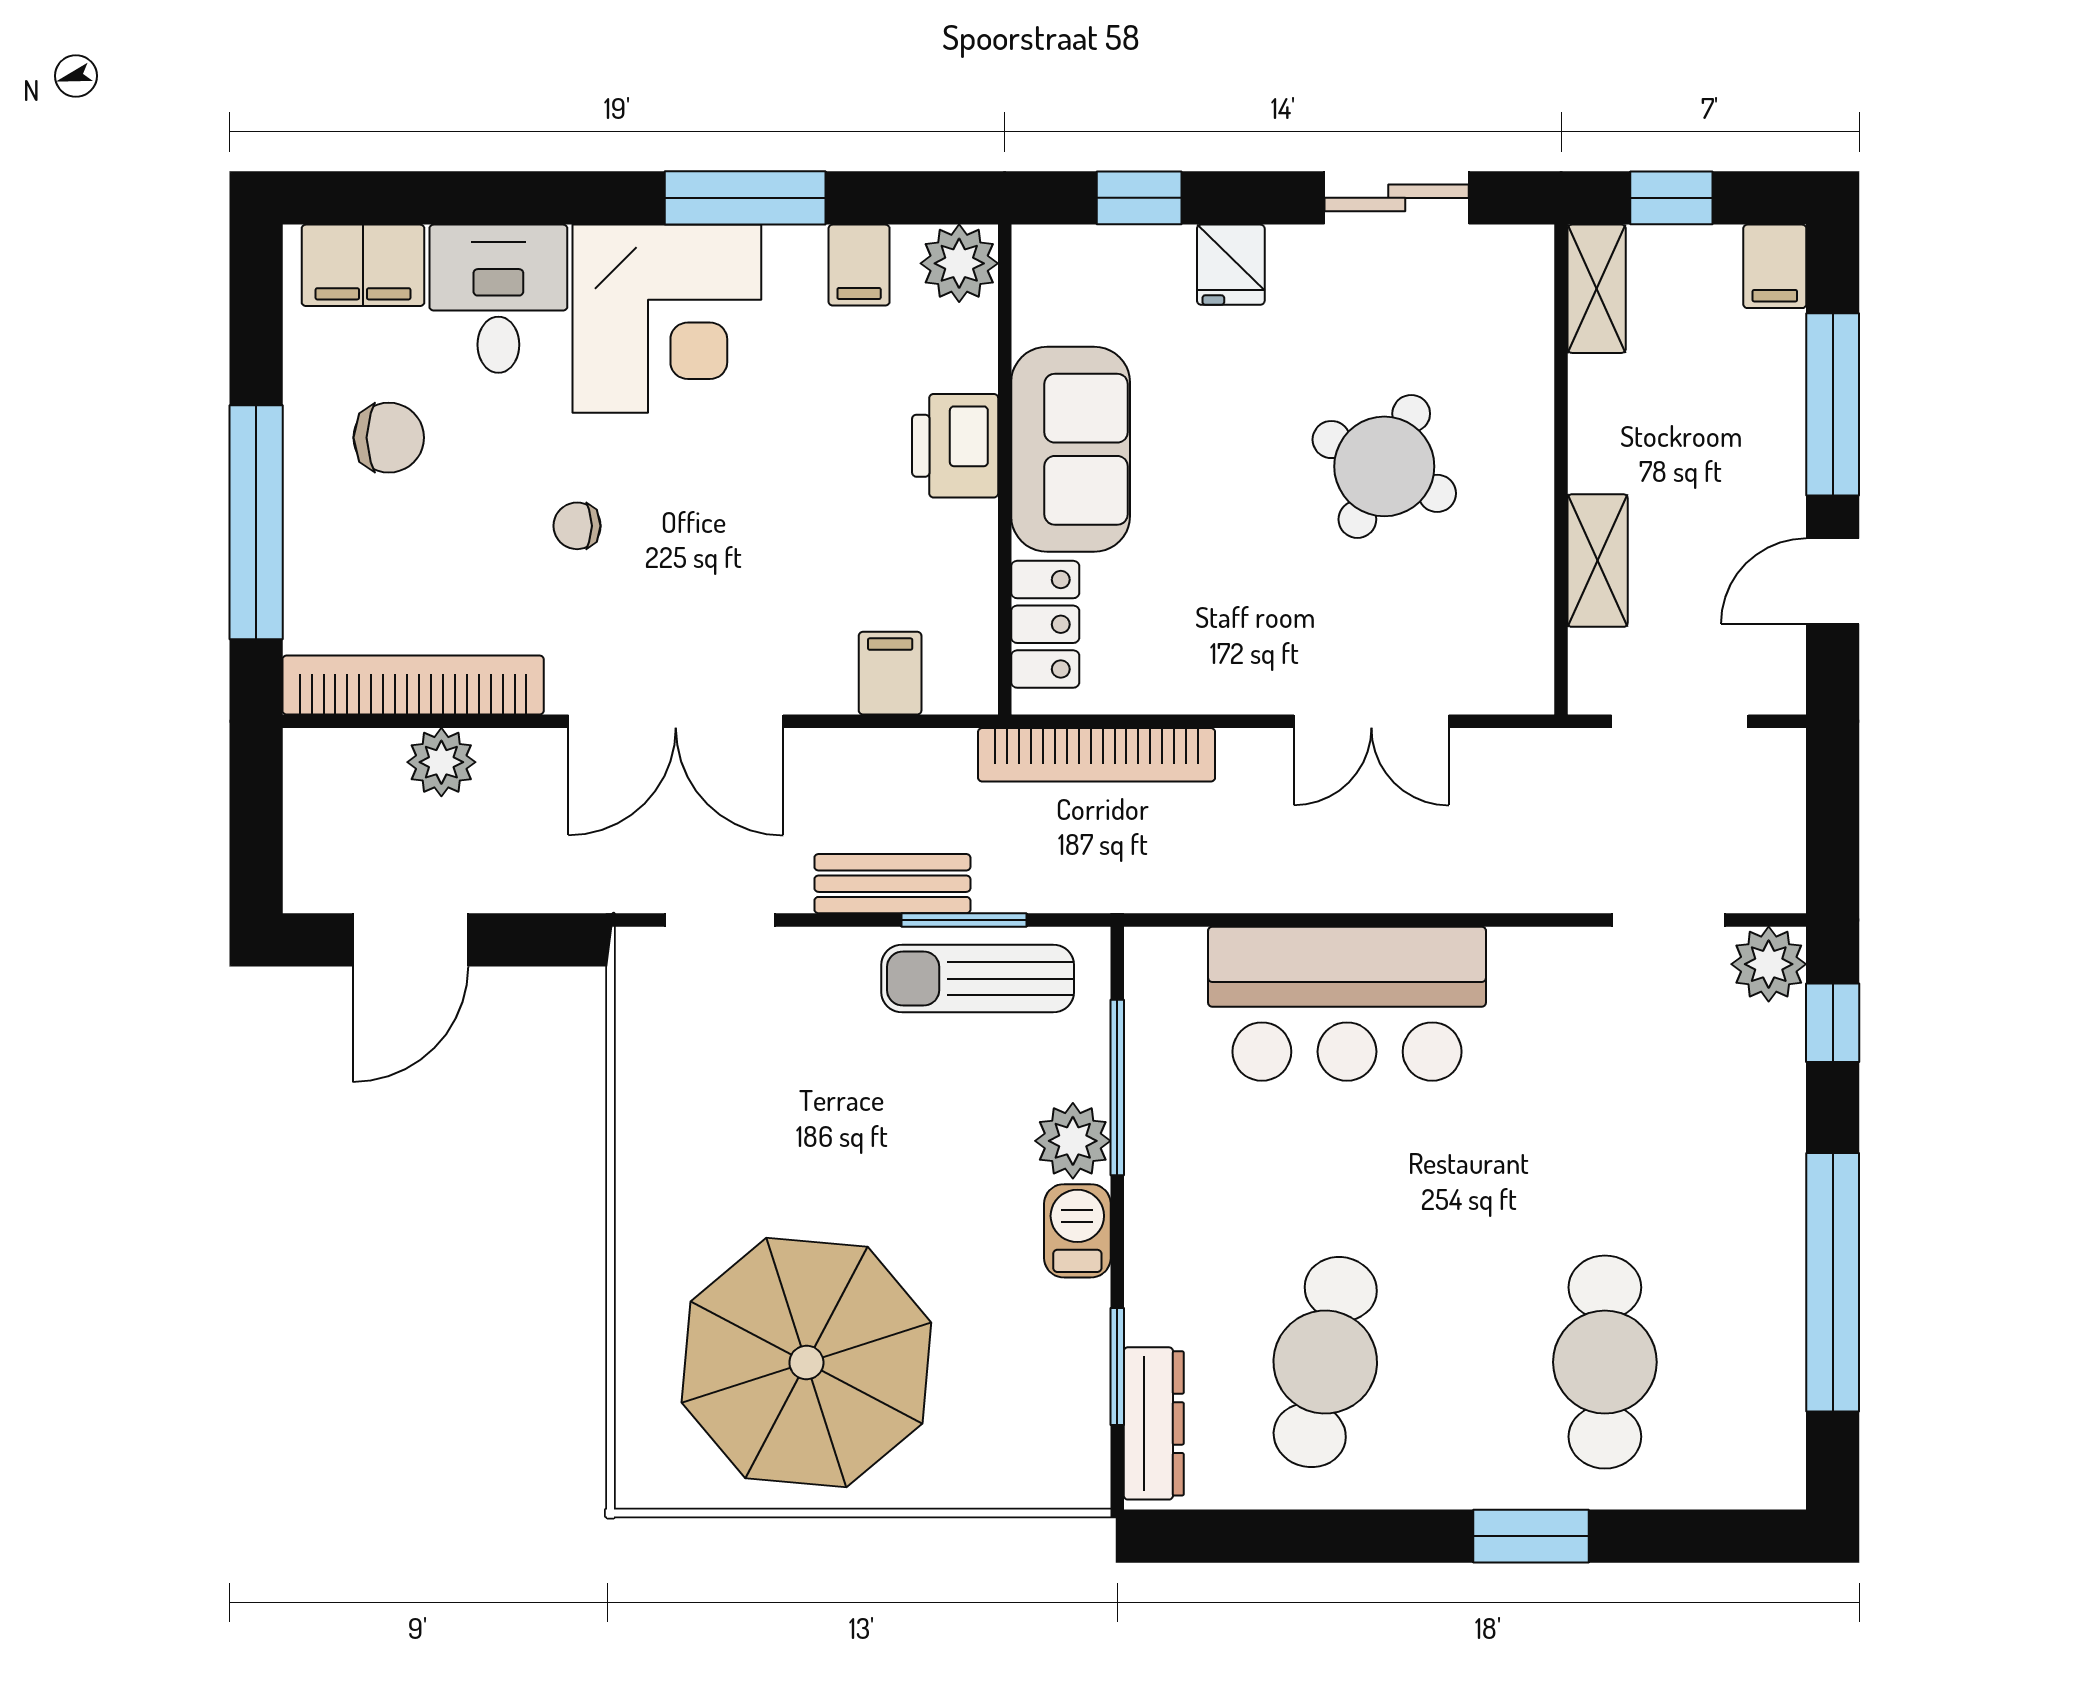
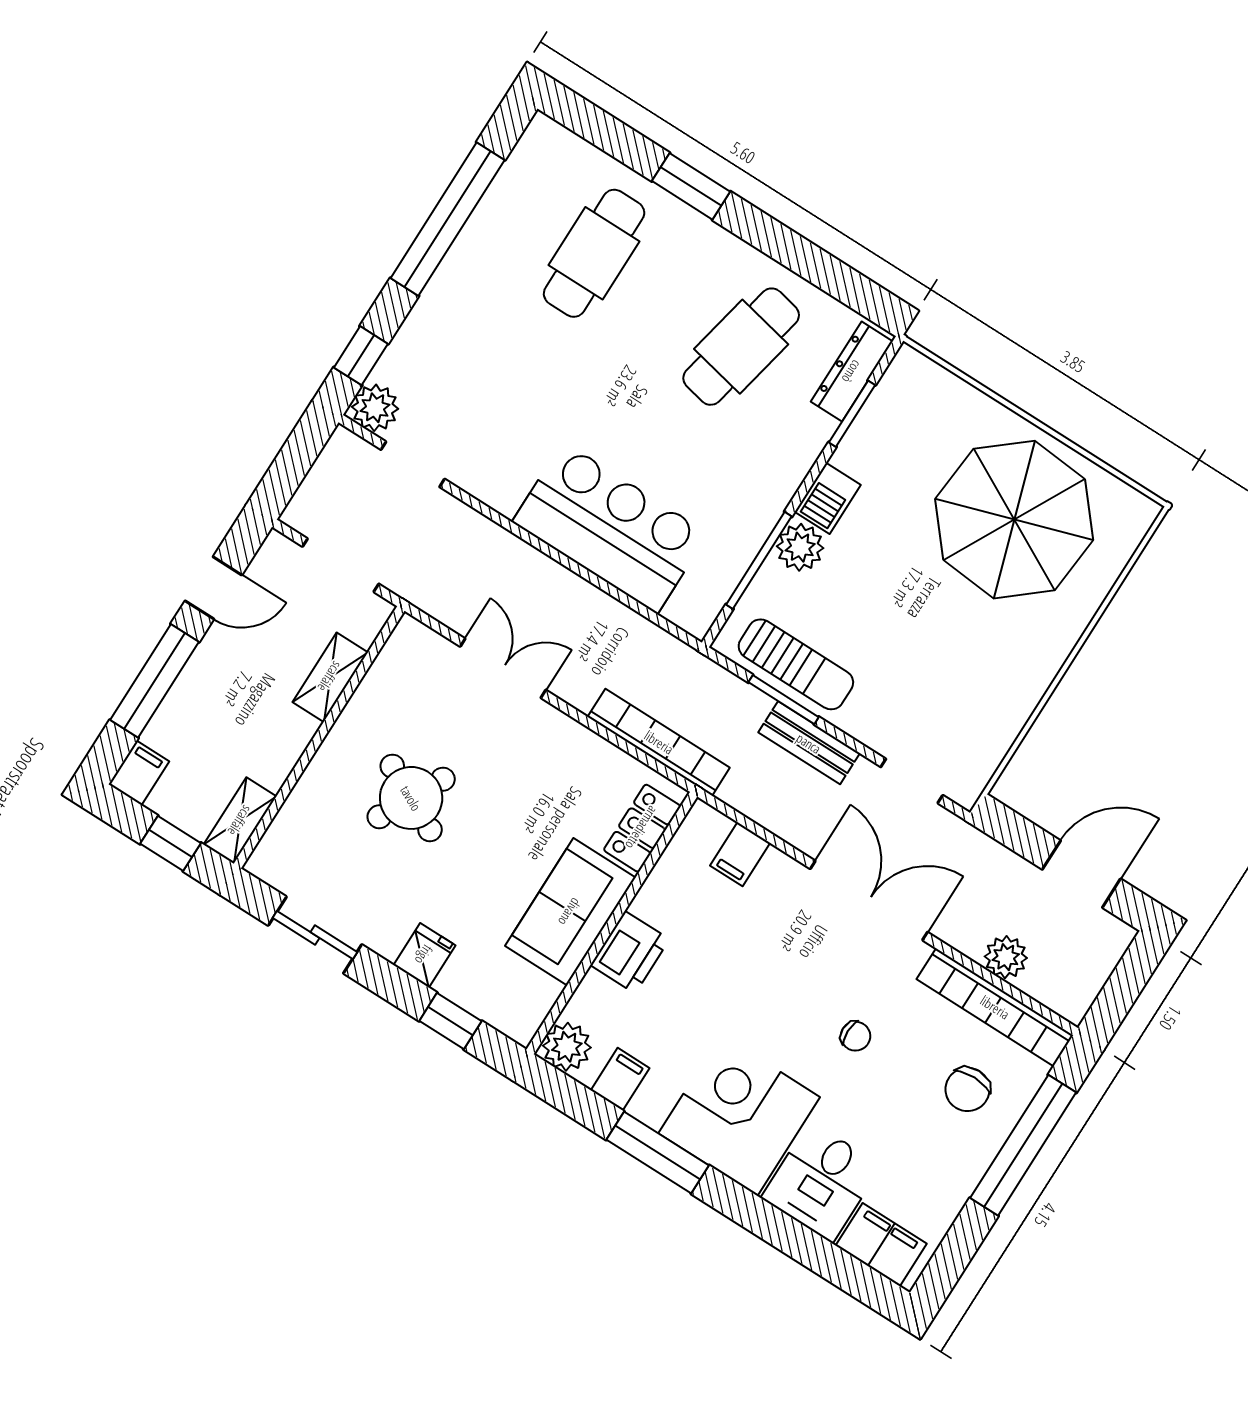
chair: (389, 438) -> (968, 1089), moved, turned -90

